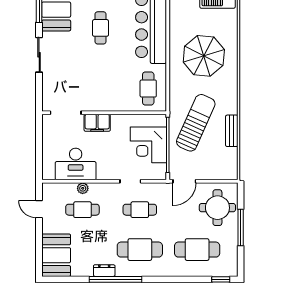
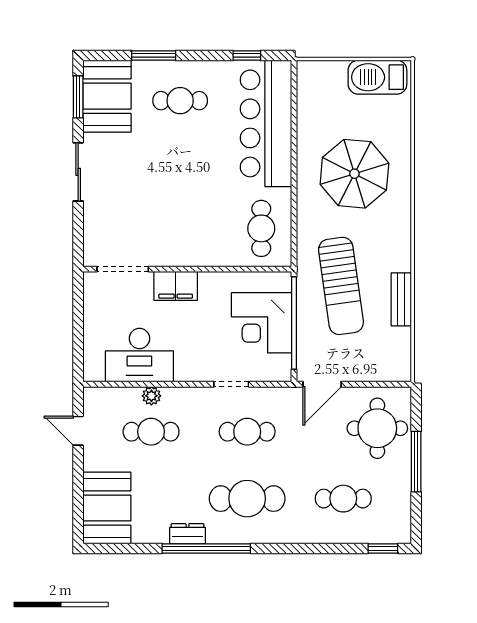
cafe table: (101, 28) -> (180, 101), moved, turned 90
sun lounger: (196, 123) -> (341, 286), turned 148
cafe table: (197, 250) -> (343, 499), width x0.73, depth x0.74

